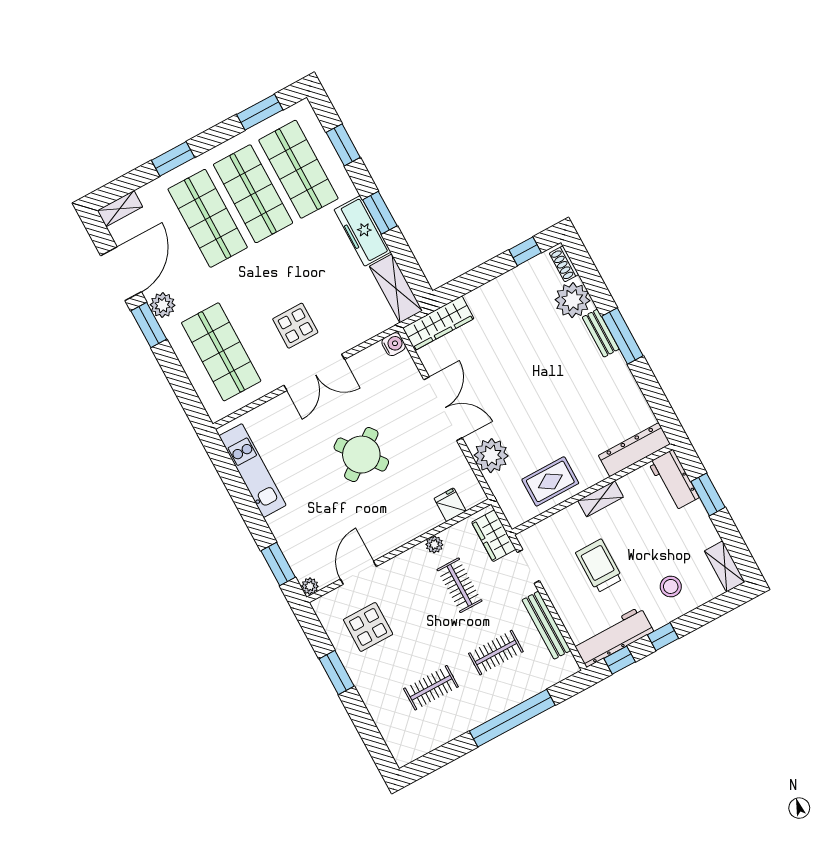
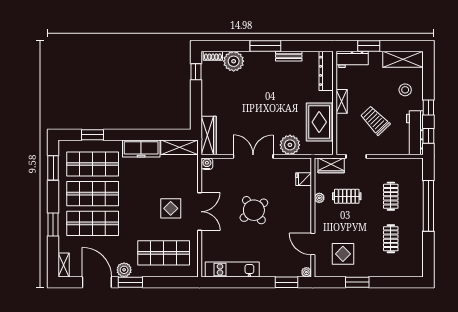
window: (380, 213) -> (137, 135), removed
bench: (601, 333) -> (289, 56), moved
rug: (550, 481) -> (319, 122), width x1.36, depth x1.43
trolley: (599, 566) -> (375, 120), turned 46
shelving: (725, 566) -> (403, 59), width x1.50, depth x1.33
bench: (546, 625) -> (391, 163), removed

